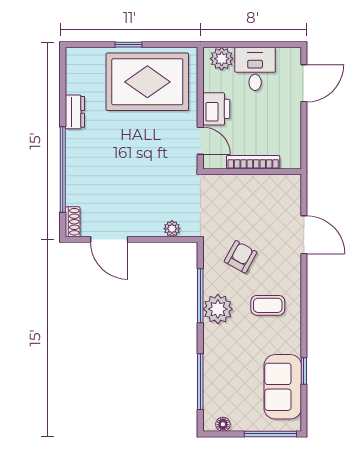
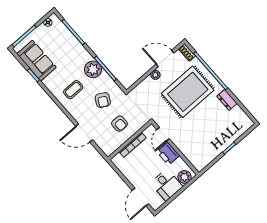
rug: (147, 82) -> (188, 92), moved
door: (200, 141) -> (163, 134), hinge flipped
armchair: (246, 206) -> (119, 124), added
plant: (172, 229) -> (155, 75), moved

